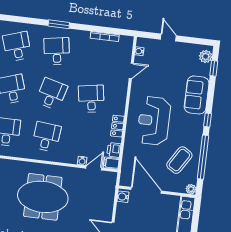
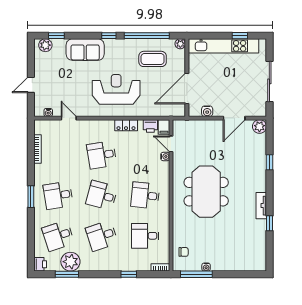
reception desk: (154, 121) -> (116, 89), turned 180
coffee table: (179, 160) -> (153, 59), turned -32
water cooler: (123, 197) -> (207, 111), moved

